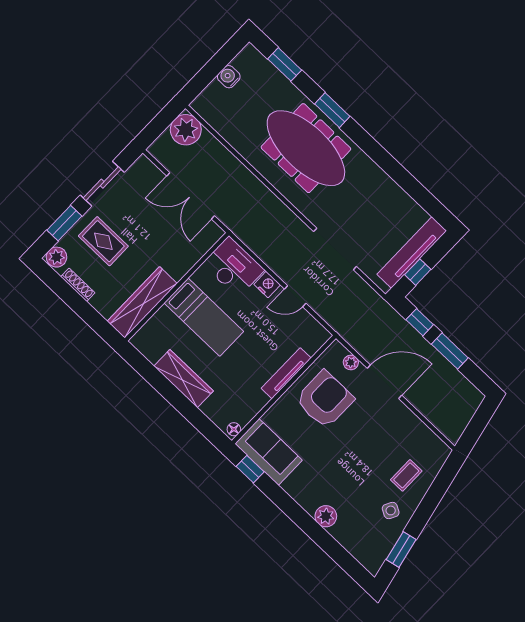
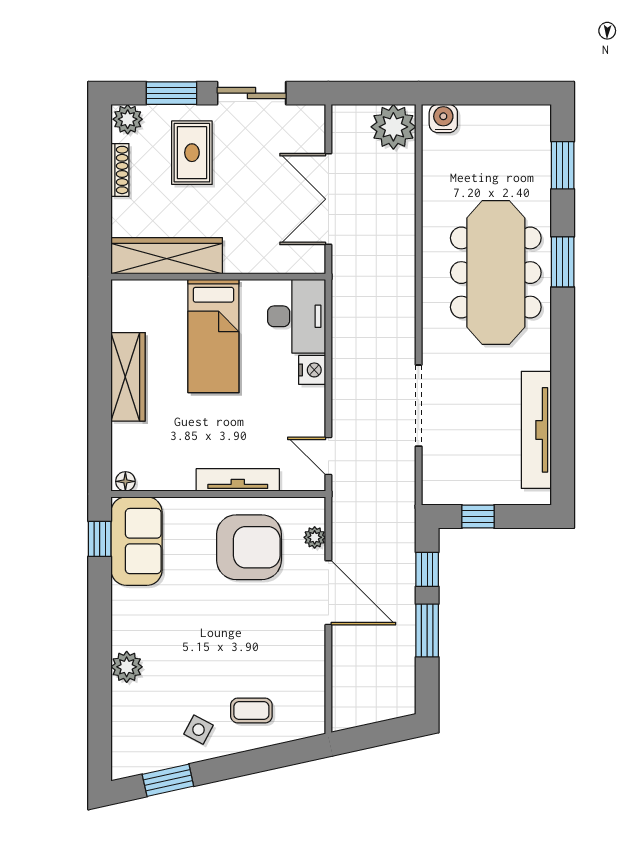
water cooler: (229, 77) -> (443, 119), moved
tv unit: (412, 252) -> (536, 430), moved, turned -90
door: (295, 296) -> (328, 456), moved

